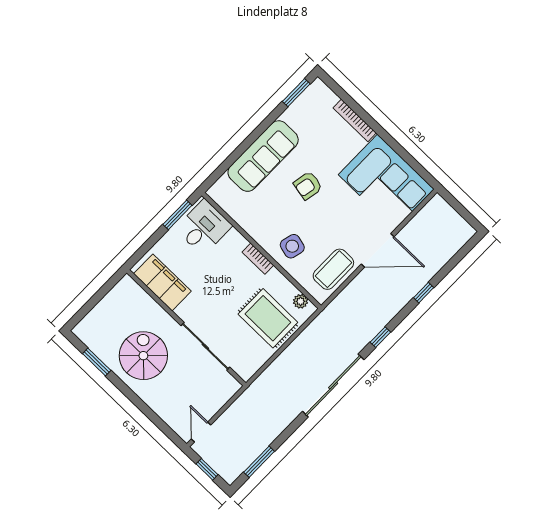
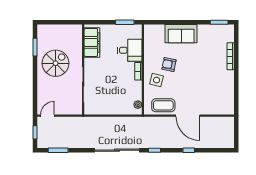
sofa: (263, 156) -> (181, 34), width x0.73
corner sofa: (386, 182) -> (218, 93), removed
armchair: (308, 186) -> (169, 65), moved
desk: (204, 227) -> (130, 50), moved
rug: (268, 318) -> (119, 98), removed

